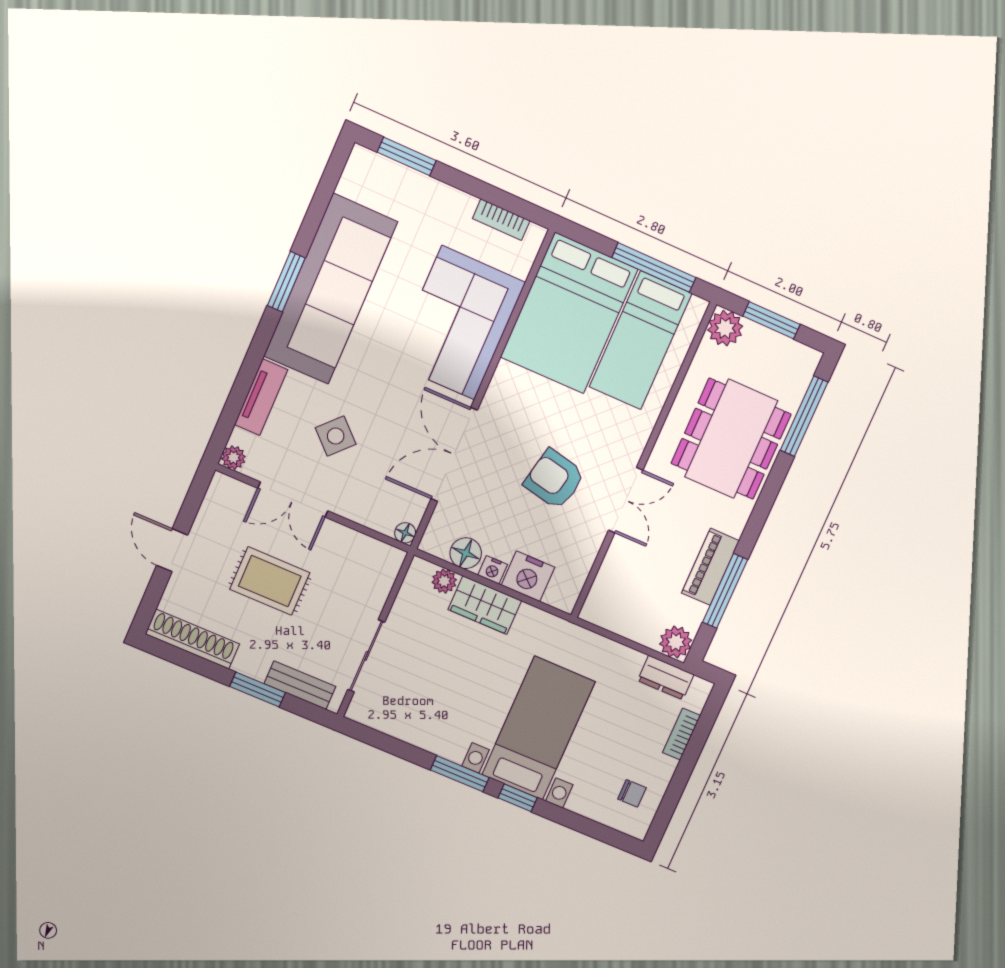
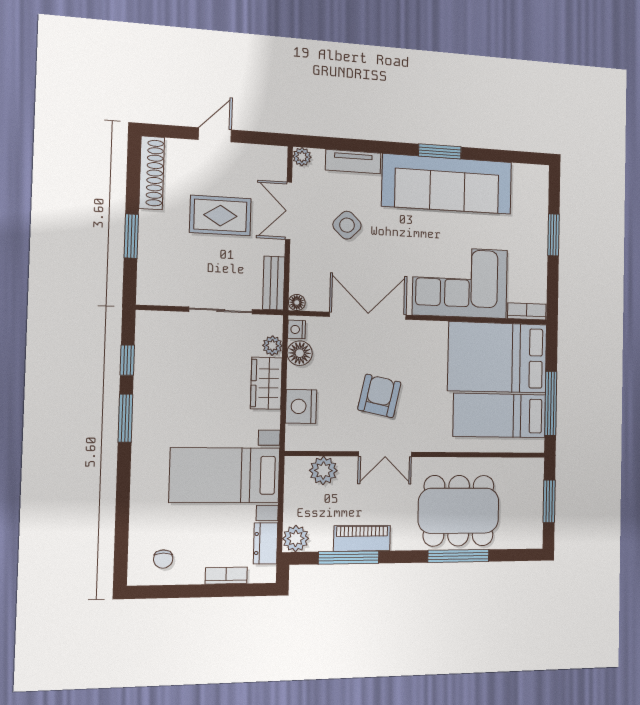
window: (407, 156) -> (554, 235), moved
bookcase: (501, 220) -> (527, 311), moved, turned 90
plant: (725, 328) -> (323, 470), moved
window: (804, 416) -> (458, 556), moved
nightstand: (493, 570) -> (297, 329), moved
rug: (270, 581) -> (220, 216), turned 90
sliding door: (366, 656) -> (221, 310), moved
bench: (300, 685) -> (274, 283), moved
bed with nightstands: (539, 728) -> (225, 475), moved, turned 180
window: (518, 798) -> (127, 360), moved

